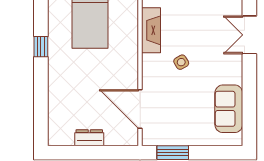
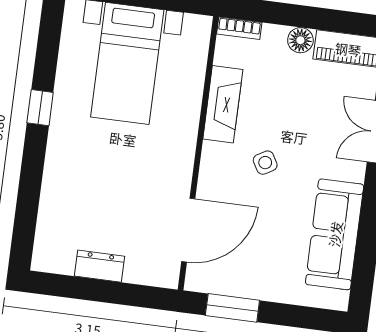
door: (140, 109) -> (188, 230), swing flipped
sofa: (229, 109) -> (335, 234), width x1.36

